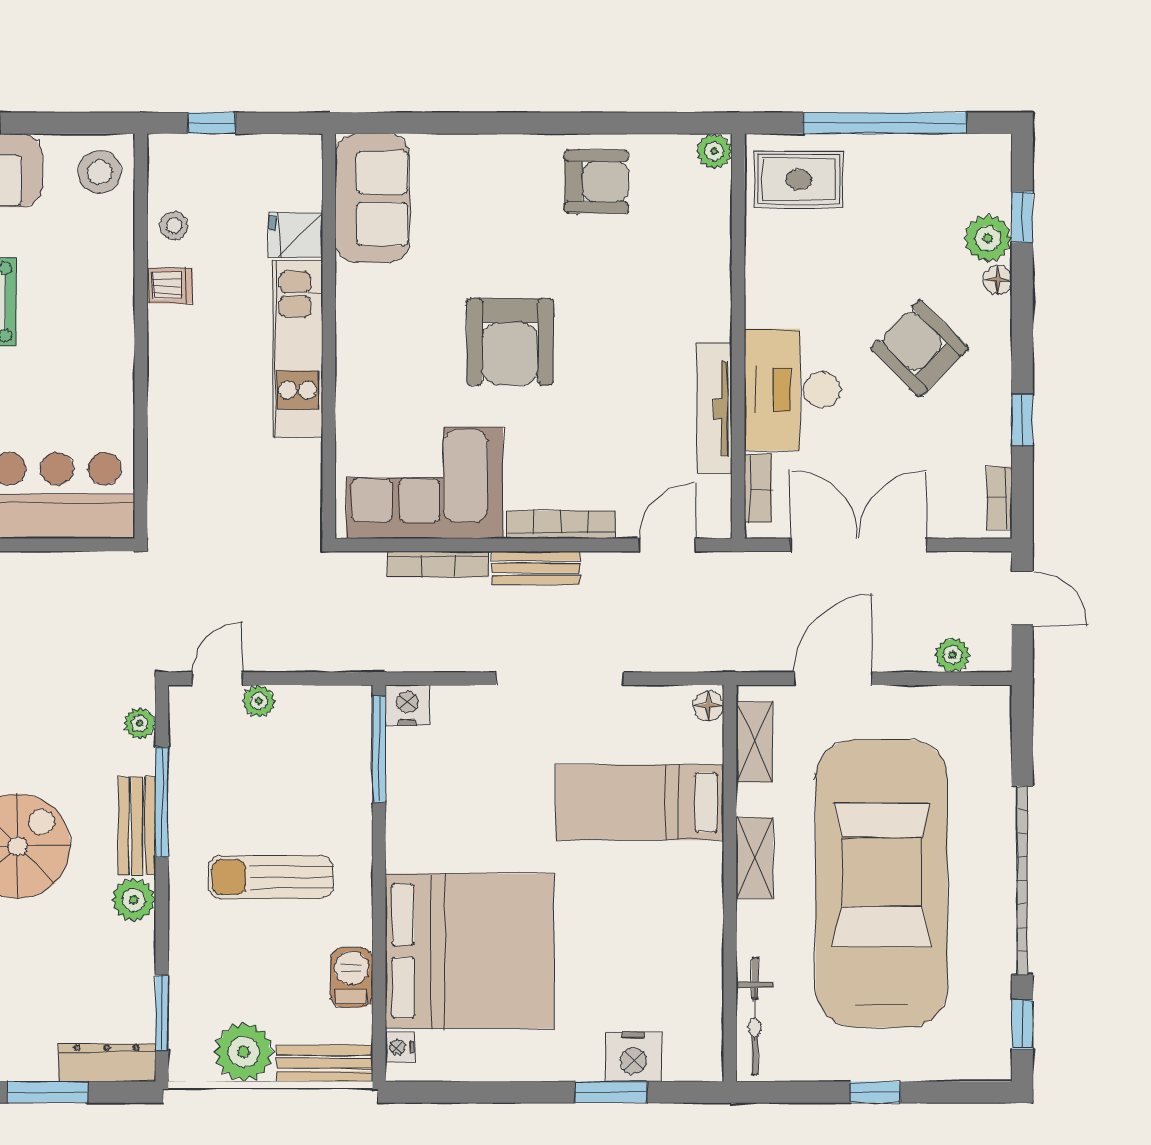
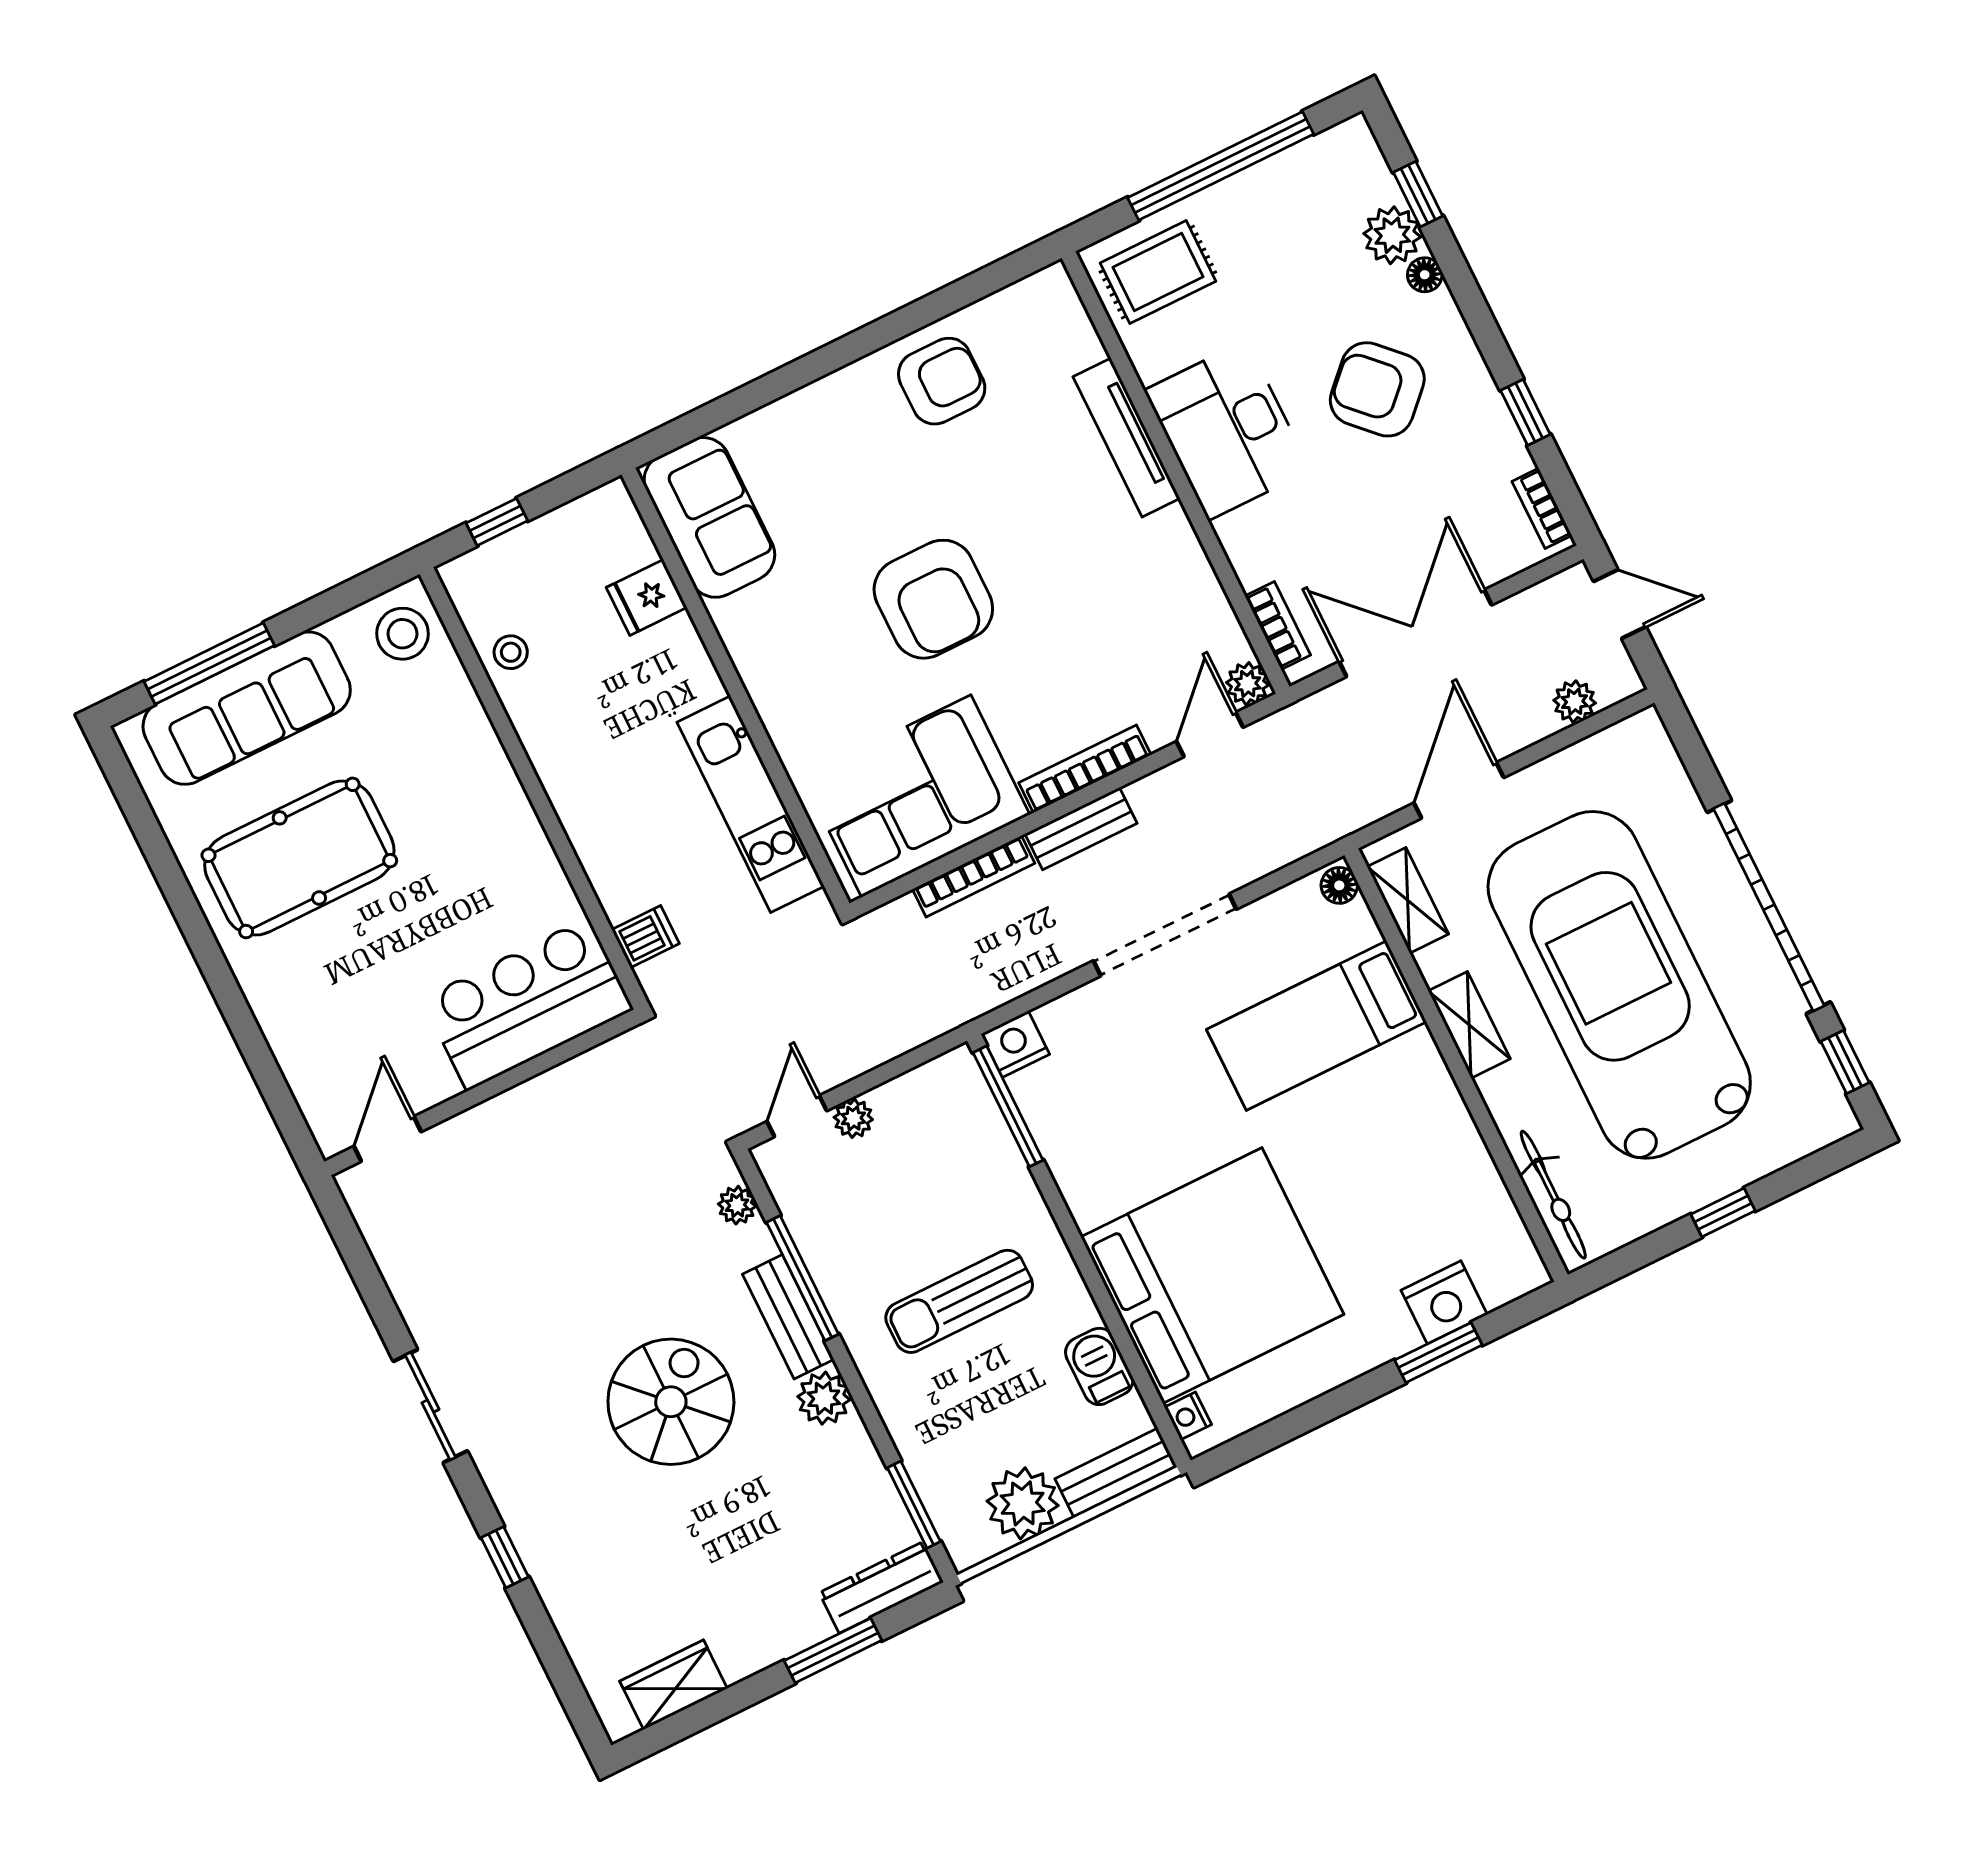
plant: (714, 151) -> (1248, 684), moved
dishwasher: (170, 286) -> (645, 937), moved
kitchen unit: (298, 349) -> (751, 804), moved
desk: (792, 390) -> (1227, 430), moved
tv unit: (714, 409) -> (1127, 438), moved

